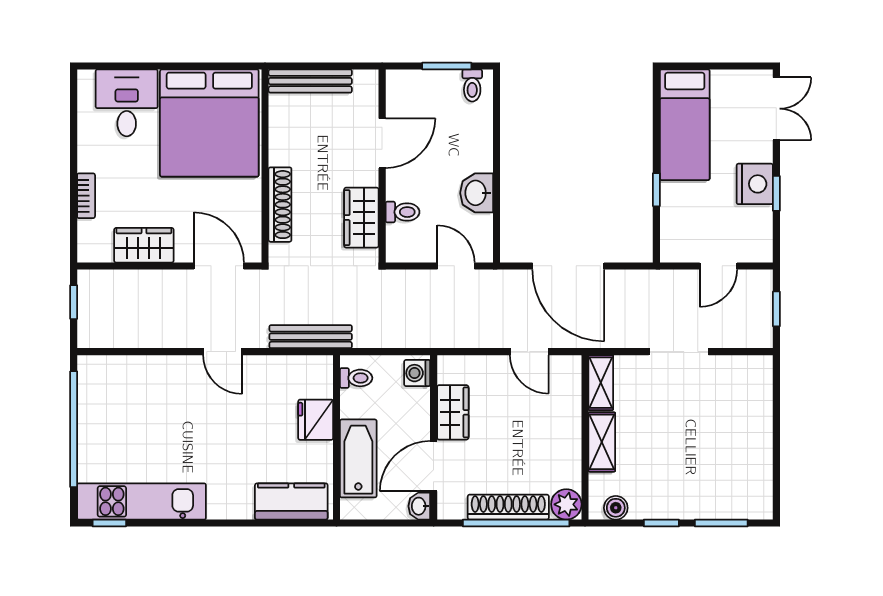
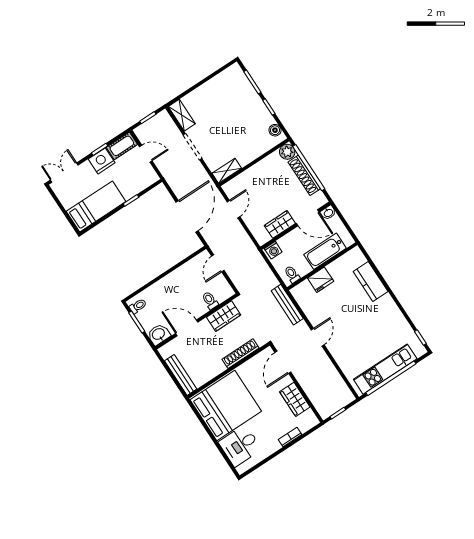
washbasin: (477, 193) -> (159, 334), moved, turned 180
cot: (758, 235) -> (122, 146), added
shelving: (602, 442) -> (182, 115), moved, turned 90
kitchen unit: (142, 501) -> (385, 369), moved, turned 90
kitchen counter: (291, 501) -> (371, 281), moved

